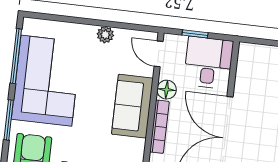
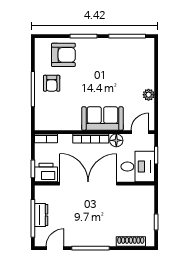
corner sofa: (46, 81) -> (113, 59), removed

